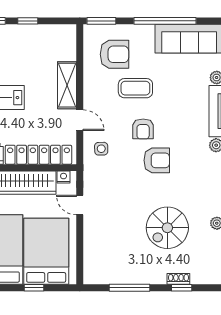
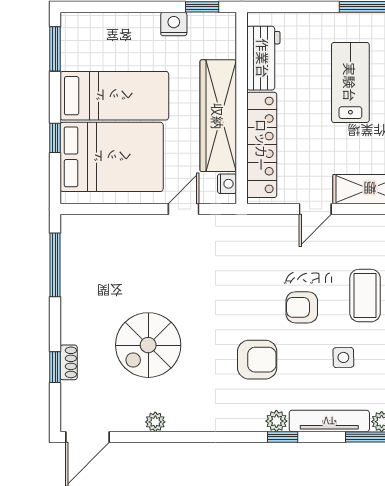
side table: (101, 149) -> (343, 357), moved
armchair: (157, 160) -> (257, 360), moved, turned -90
spiral stairs: (167, 228) -> (148, 345), turned -90
window: (130, 288) -> (55, 265), moved

